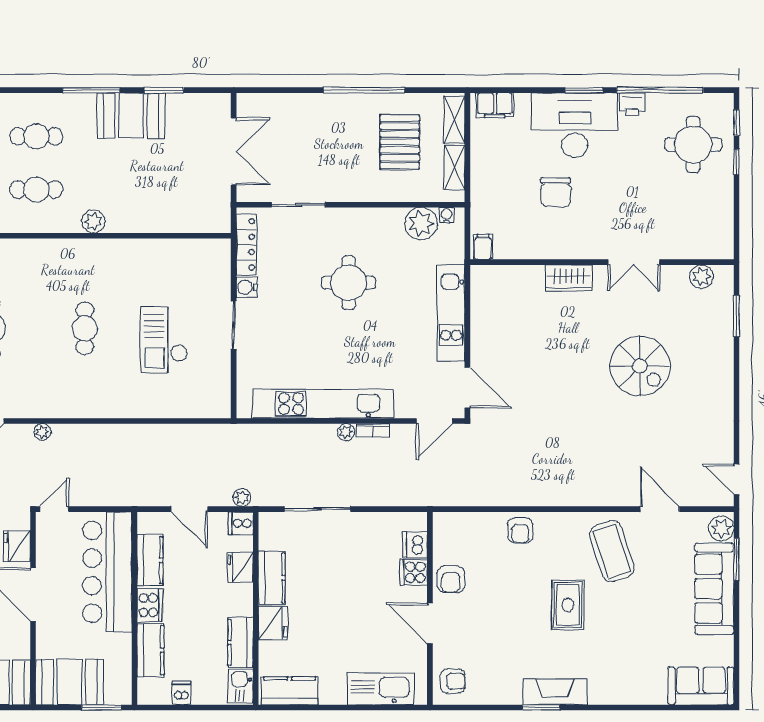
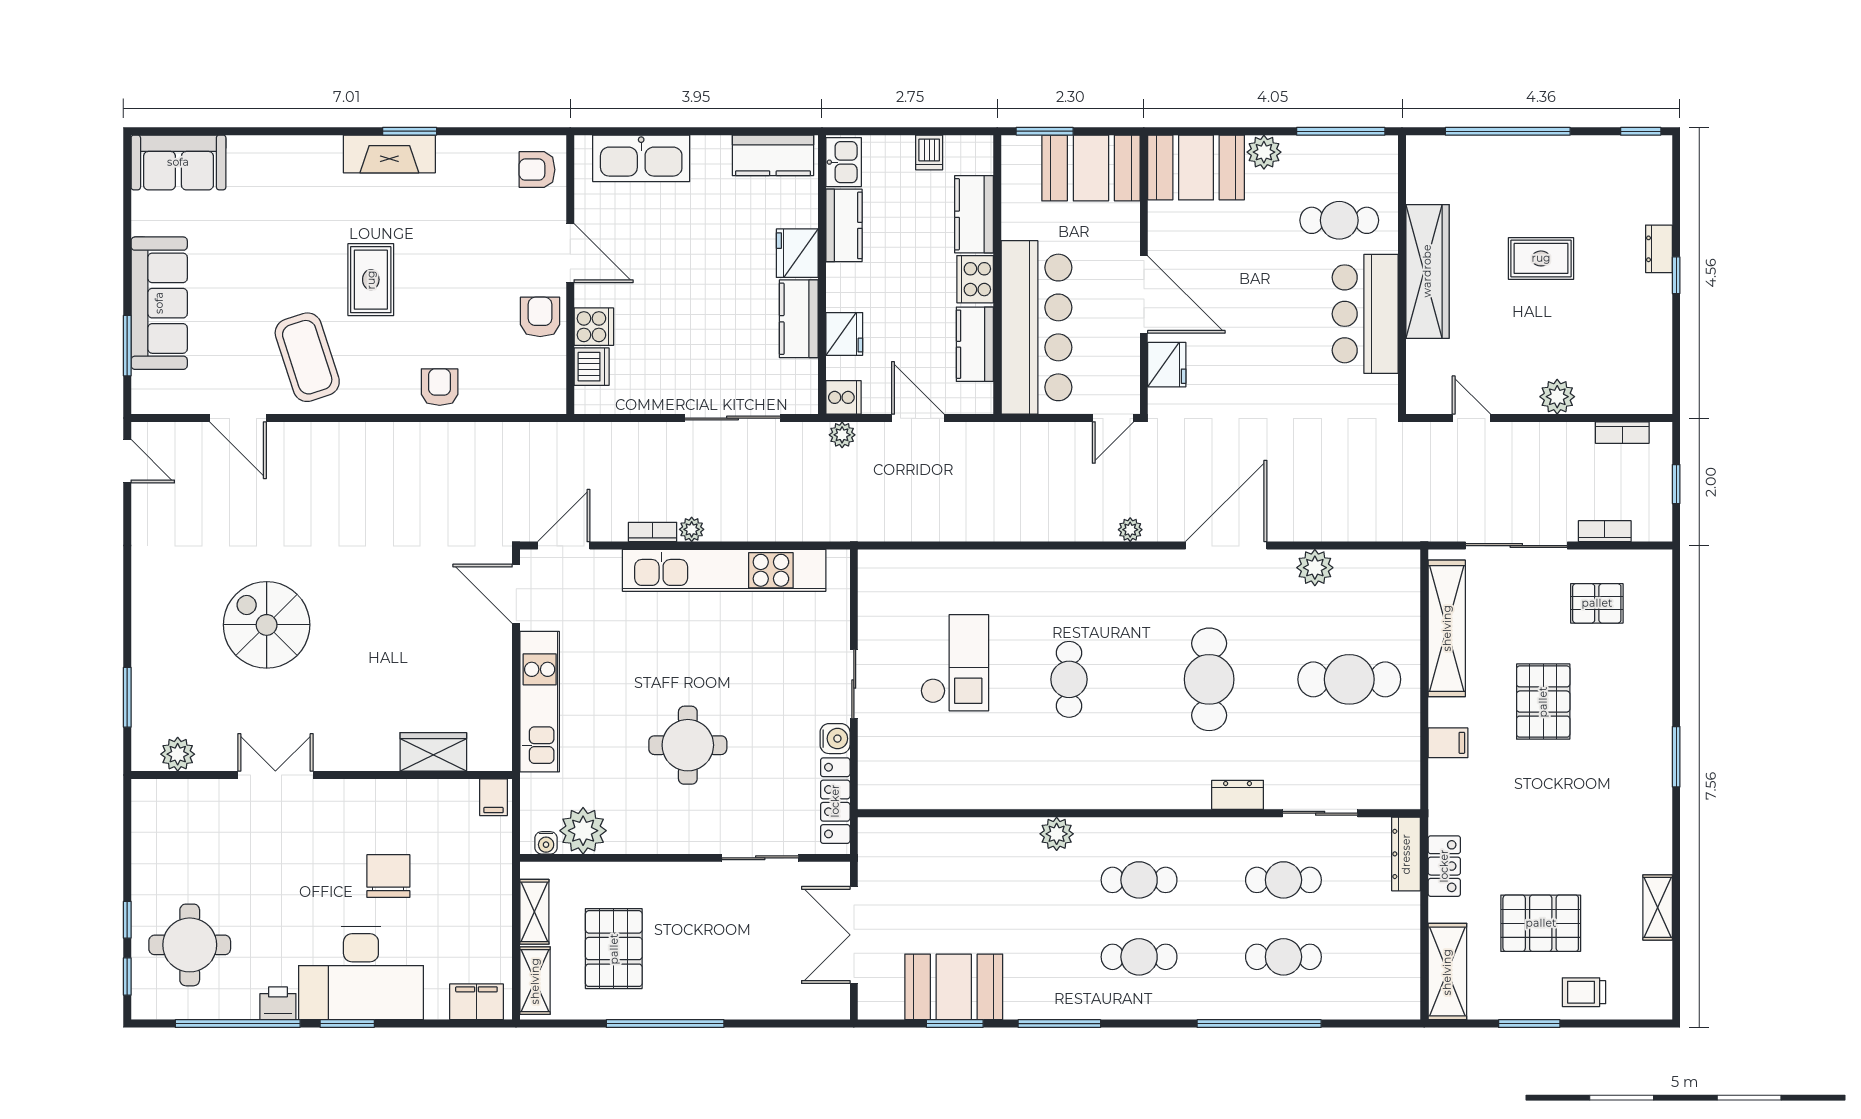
booth: (131, 115) -> (954, 987), moved
wardrobe: (569, 278) -> (433, 752), moved
plant: (721, 529) -> (149, 390), removed

